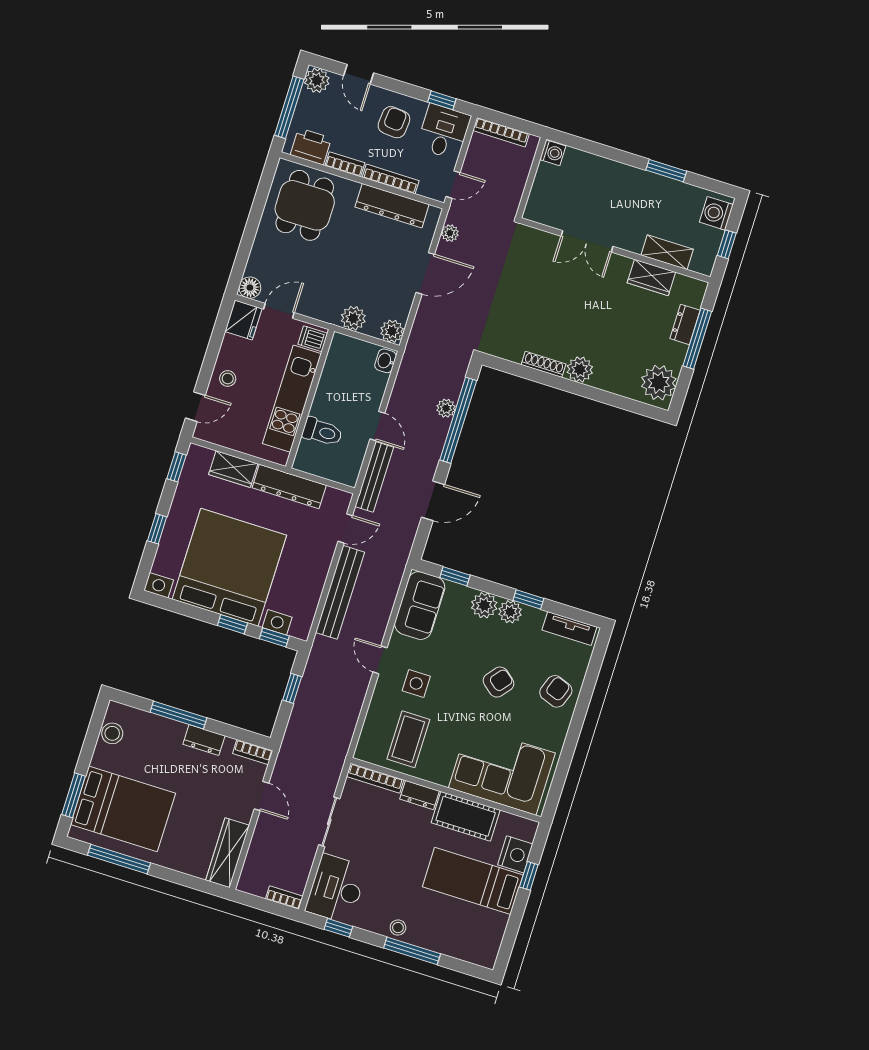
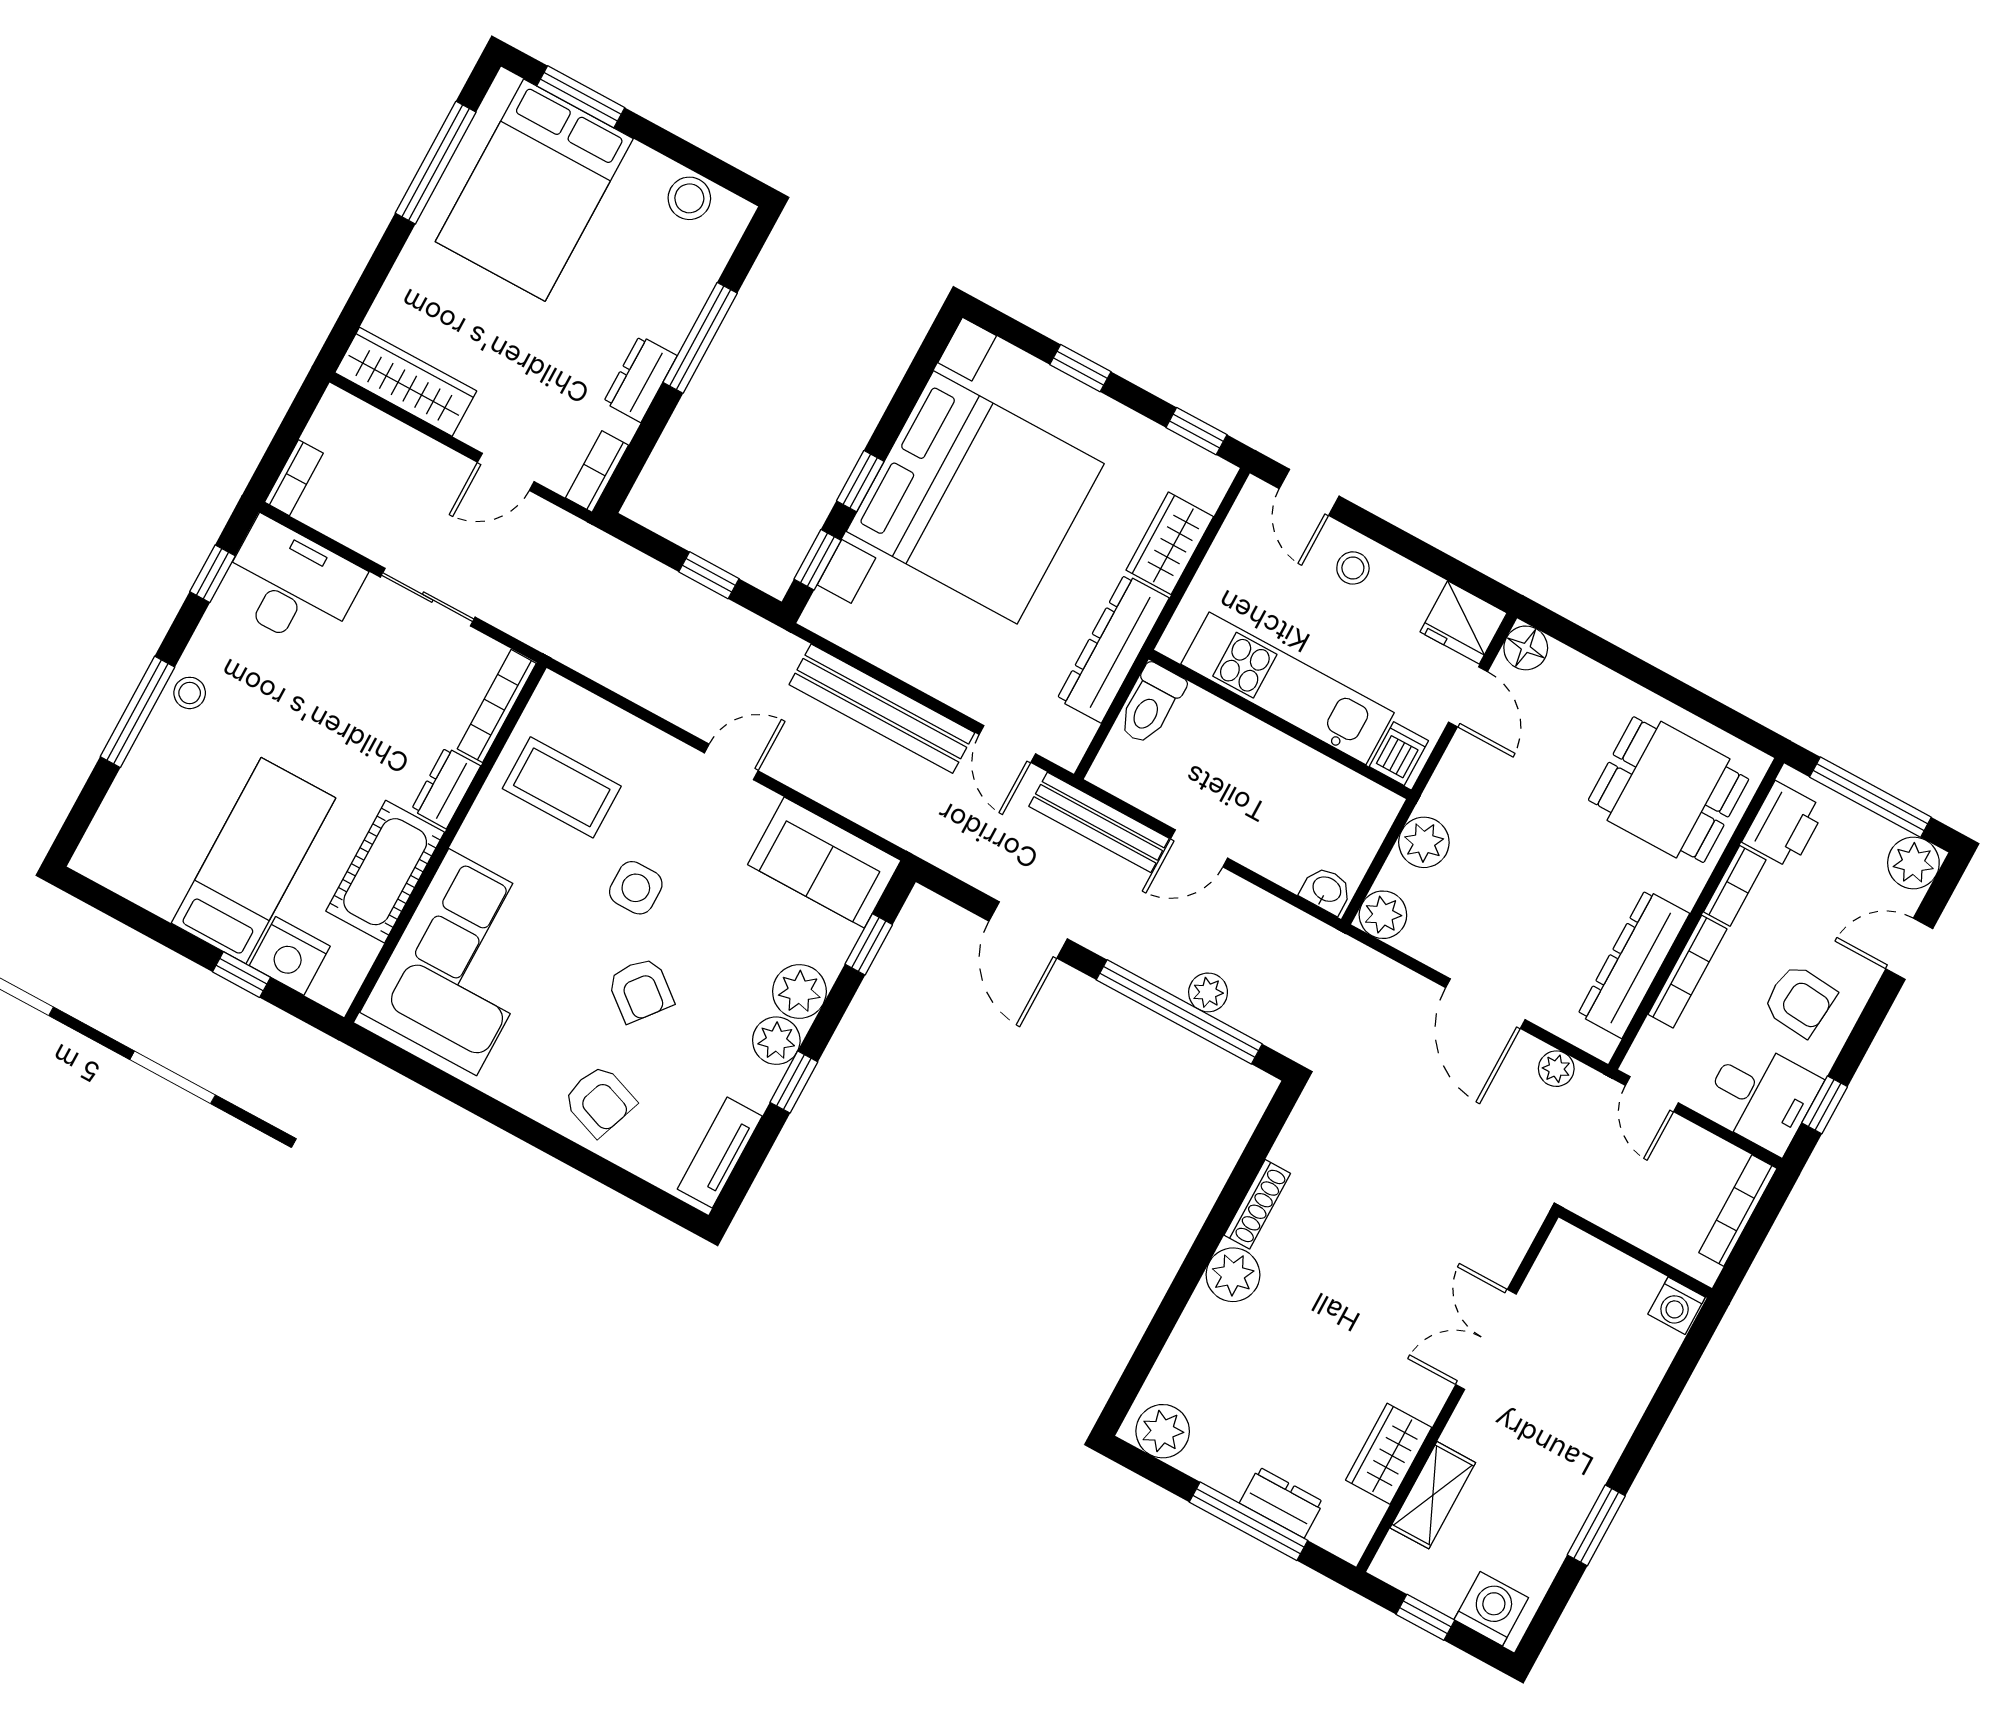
plant: (659, 383) -> (1163, 1431), width x0.73, depth x0.73
toilet: (322, 432) -> (1151, 704), moved
side table: (416, 683) -> (636, 888), moved

